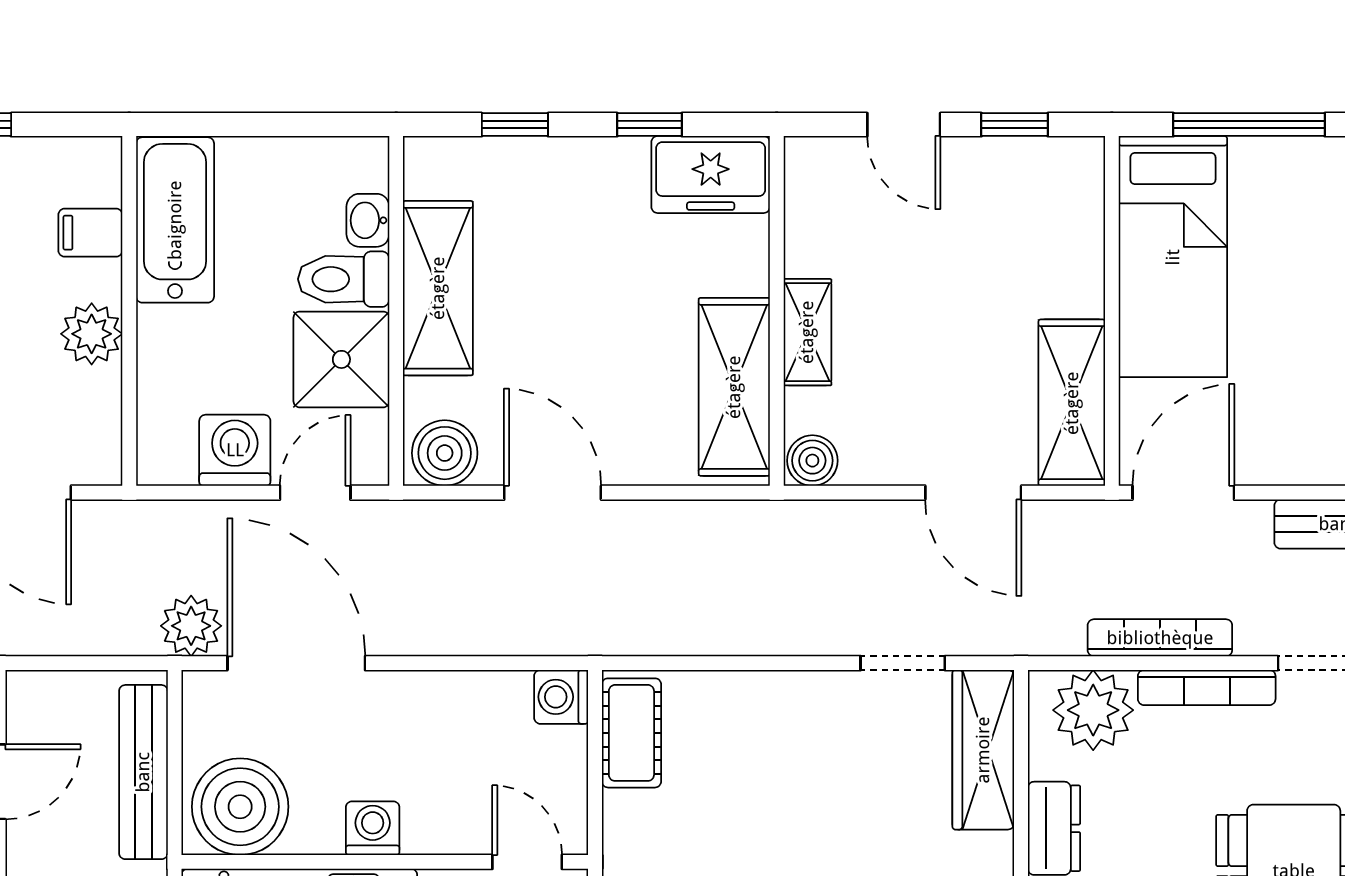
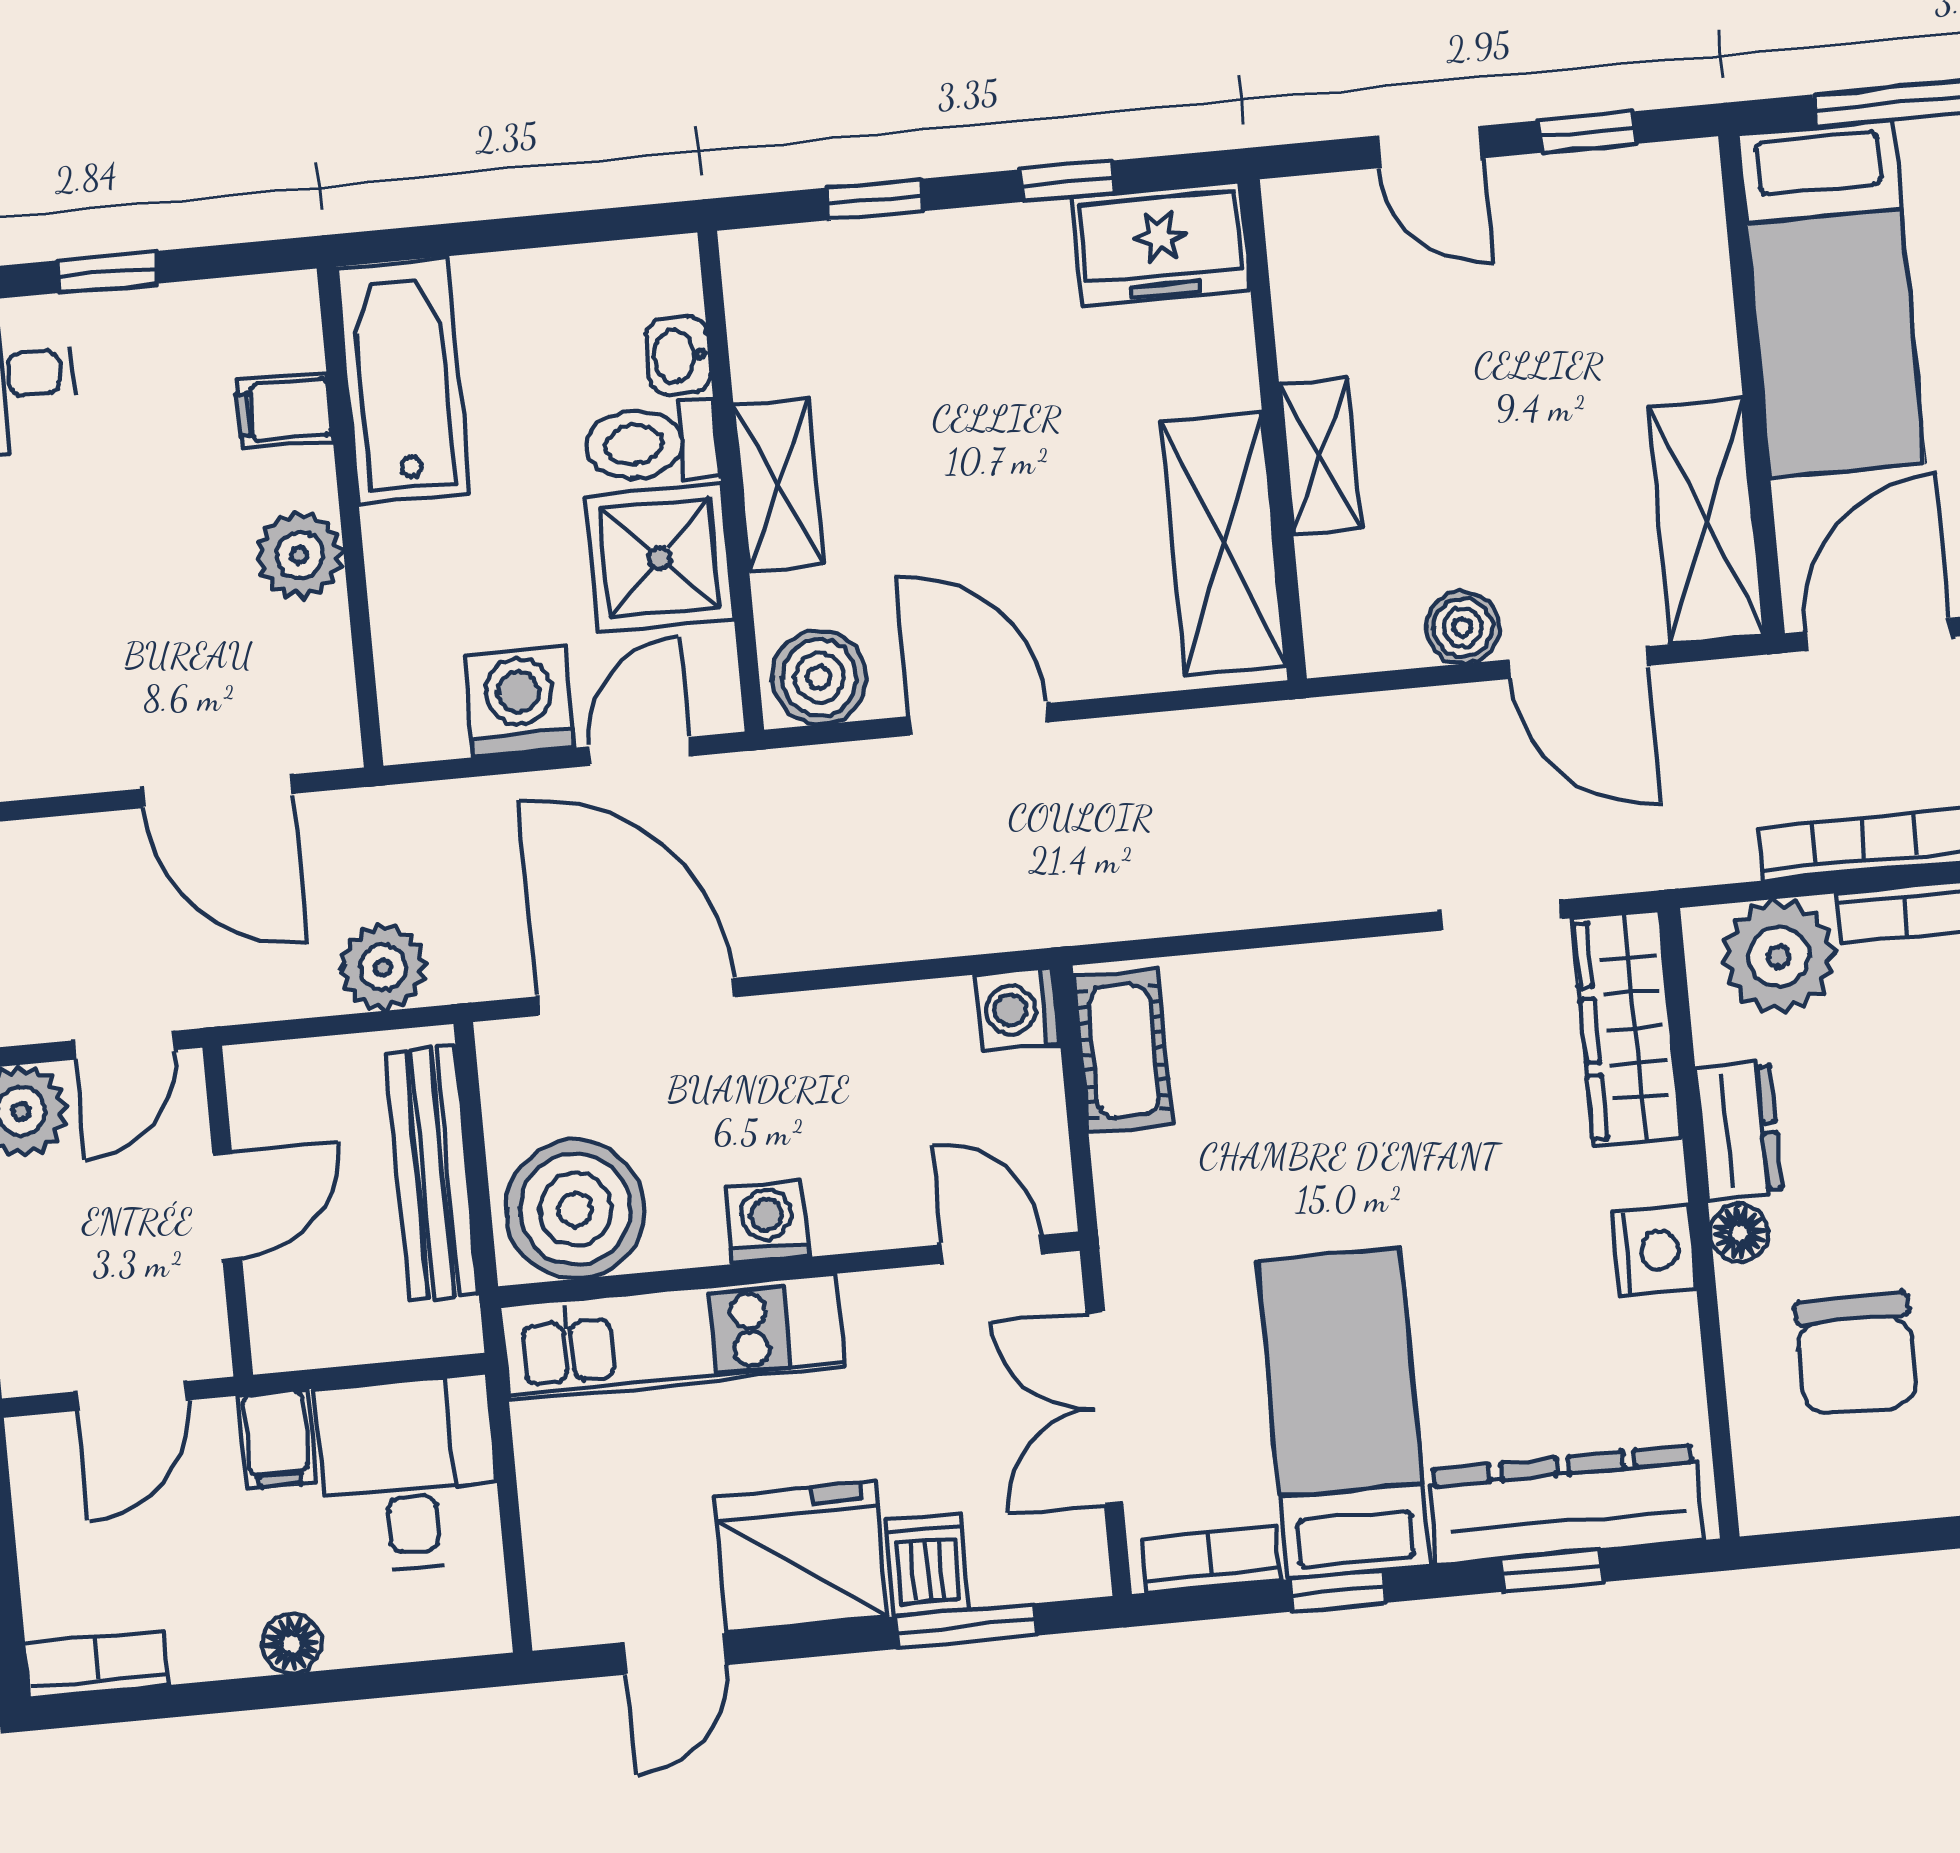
shelving: (438, 288) -> (779, 486), width x0.67, depth x0.75
boiler: (812, 461) -> (1463, 627), moved
plant: (191, 626) -> (383, 967), moved

